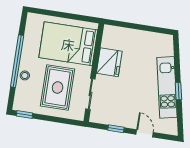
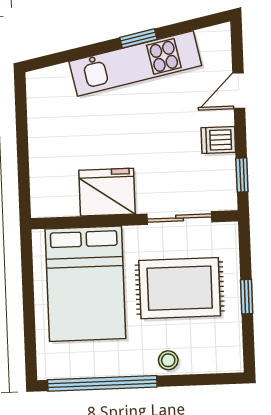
window: (17, 61) -> (102, 383), moved
window: (24, 115) -> (247, 297), moved
dishwasher: (123, 119) -> (218, 140), added
window: (116, 129) -> (242, 175), moved

